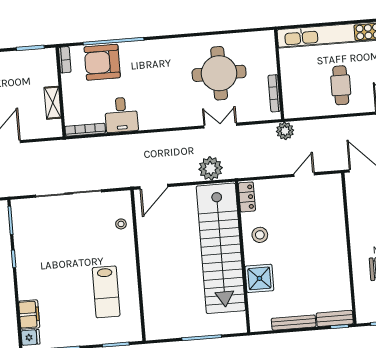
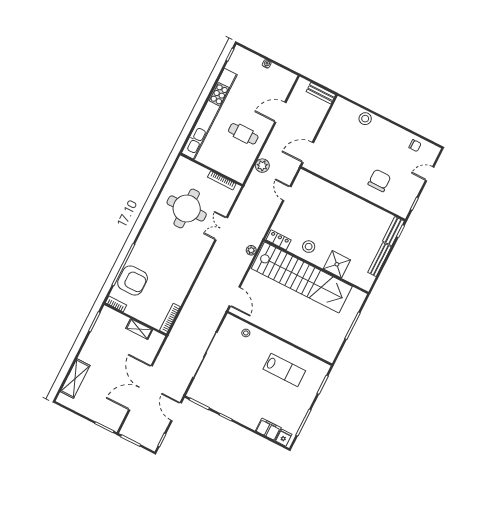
armchair: (102, 62) -> (133, 280), turned -90
desk: (121, 115) -> (175, 289), removed
plant: (285, 131) -> (262, 166), moved
plant: (211, 168) -> (251, 250), width x0.53, depth x0.53

